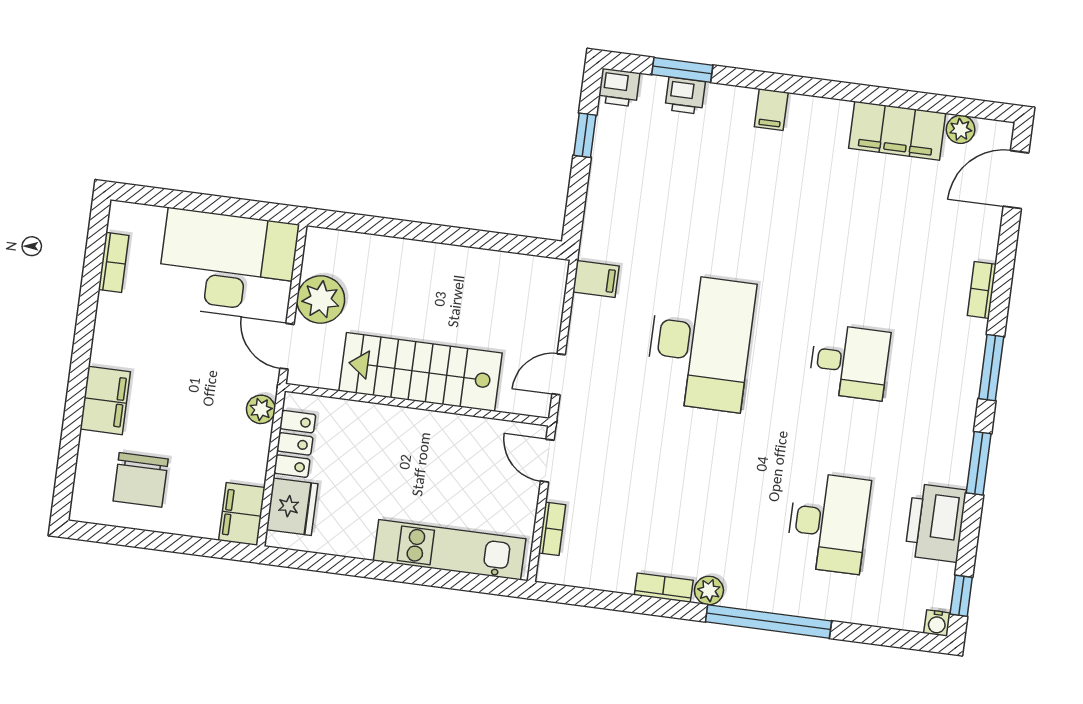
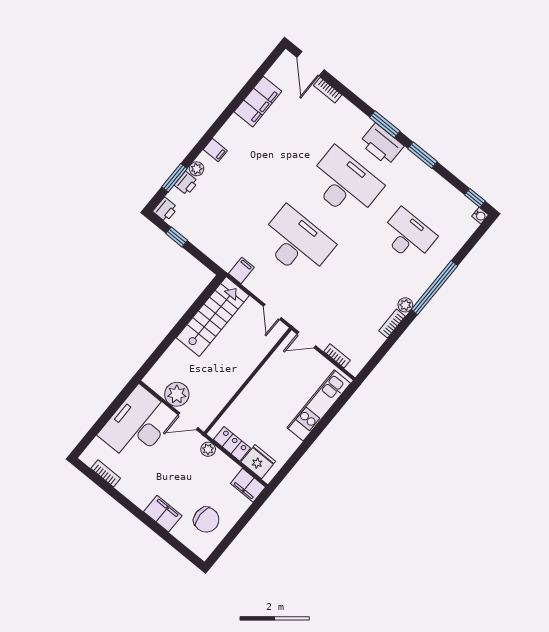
plant: (961, 129) -> (197, 169), moved
bookcase: (982, 290) -> (328, 90), moved
desk: (849, 362) -> (345, 184), width x1.87, depth x1.30
stairs: (420, 372) -> (213, 317), moved, turned 180
printer: (936, 523) -> (382, 144), moved

